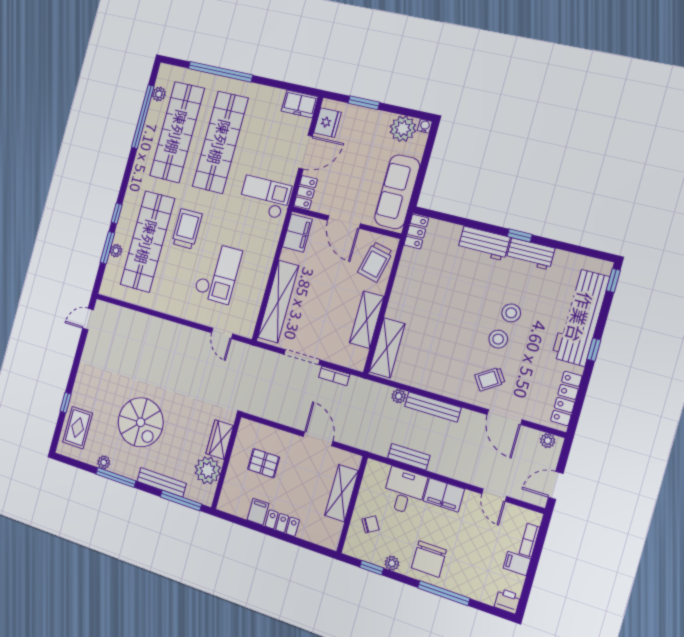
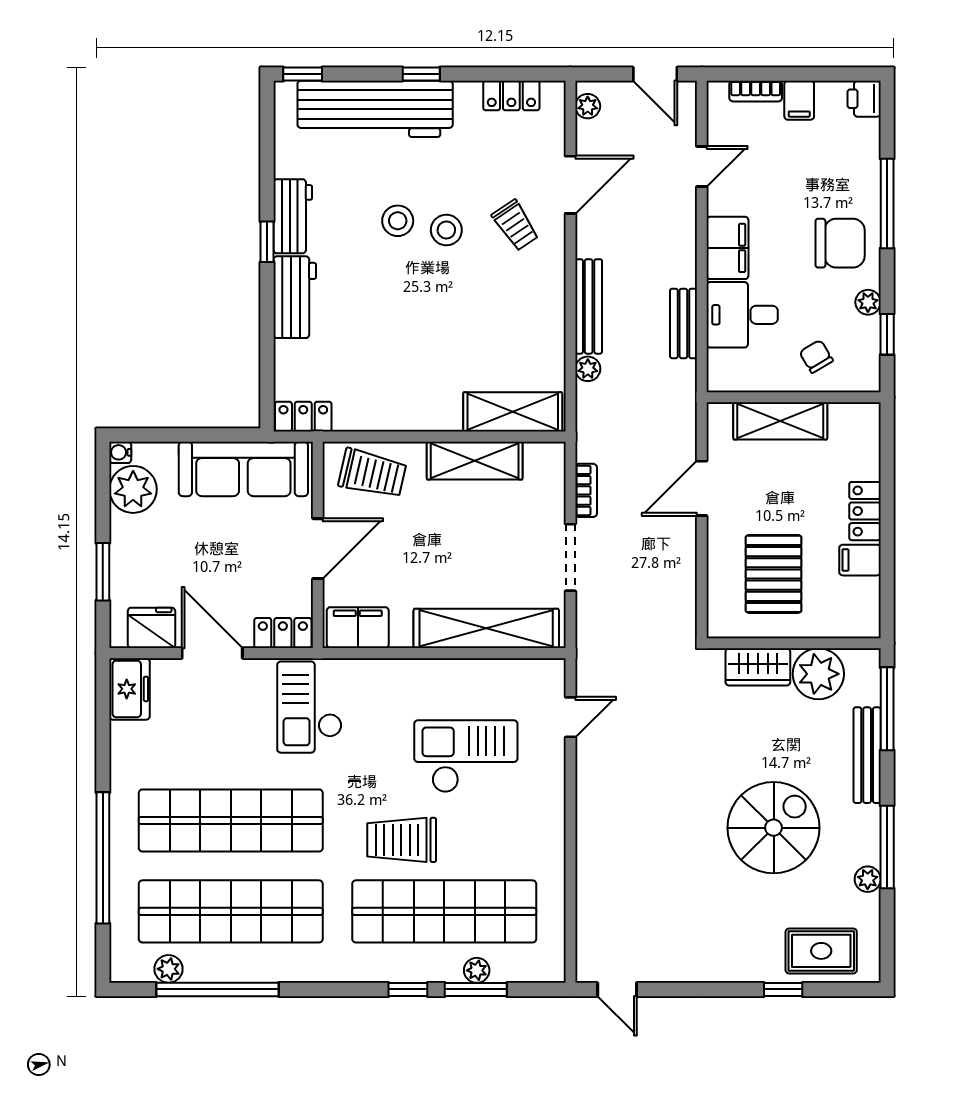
locker: (566, 398) -> (511, 96), width x0.66
pallet: (264, 463) -> (773, 574), width x1.50, depth x1.42

